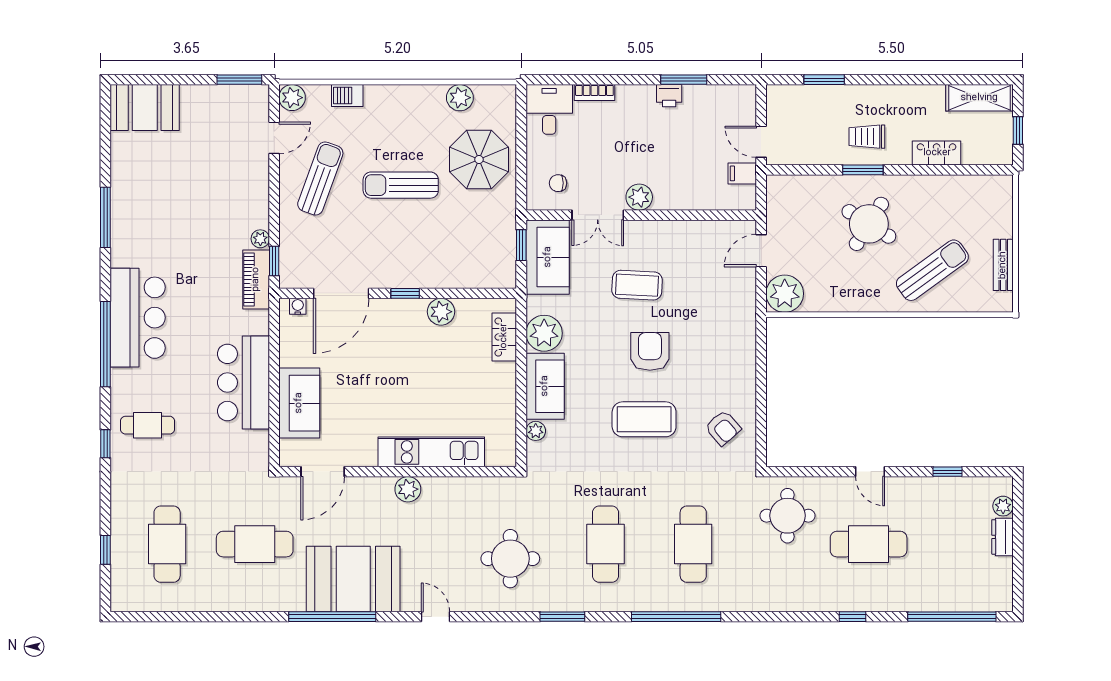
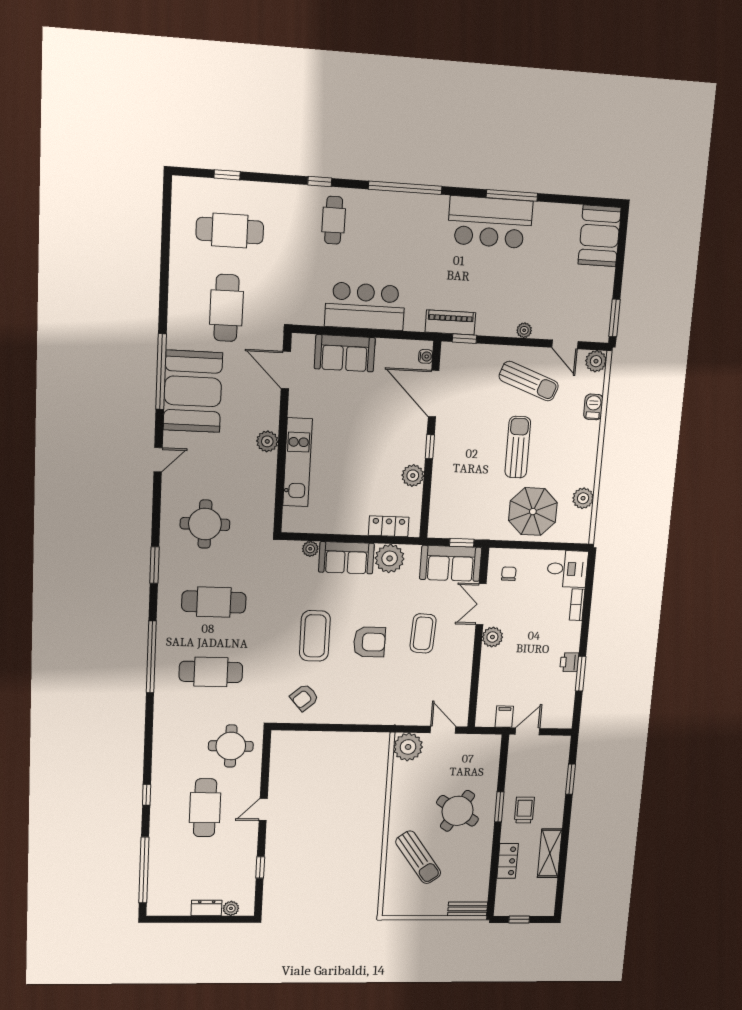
shelving: (979, 98) -> (550, 853), moved
plant: (260, 239) -> (524, 330), moved
bench: (1003, 265) -> (468, 909), moved
bar counter: (138, 318) -> (490, 222), moved

